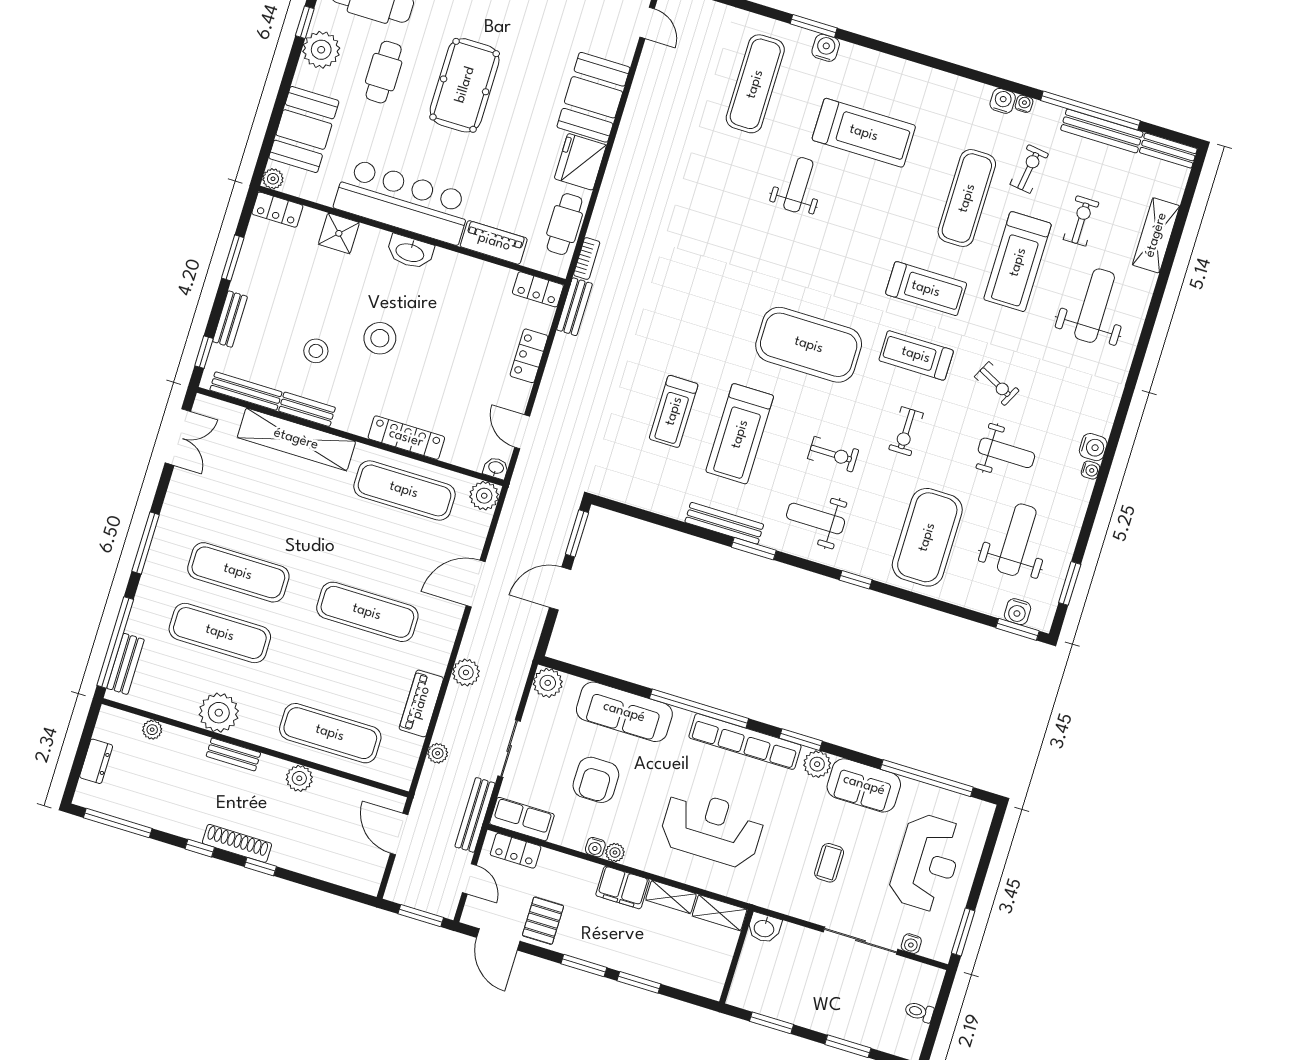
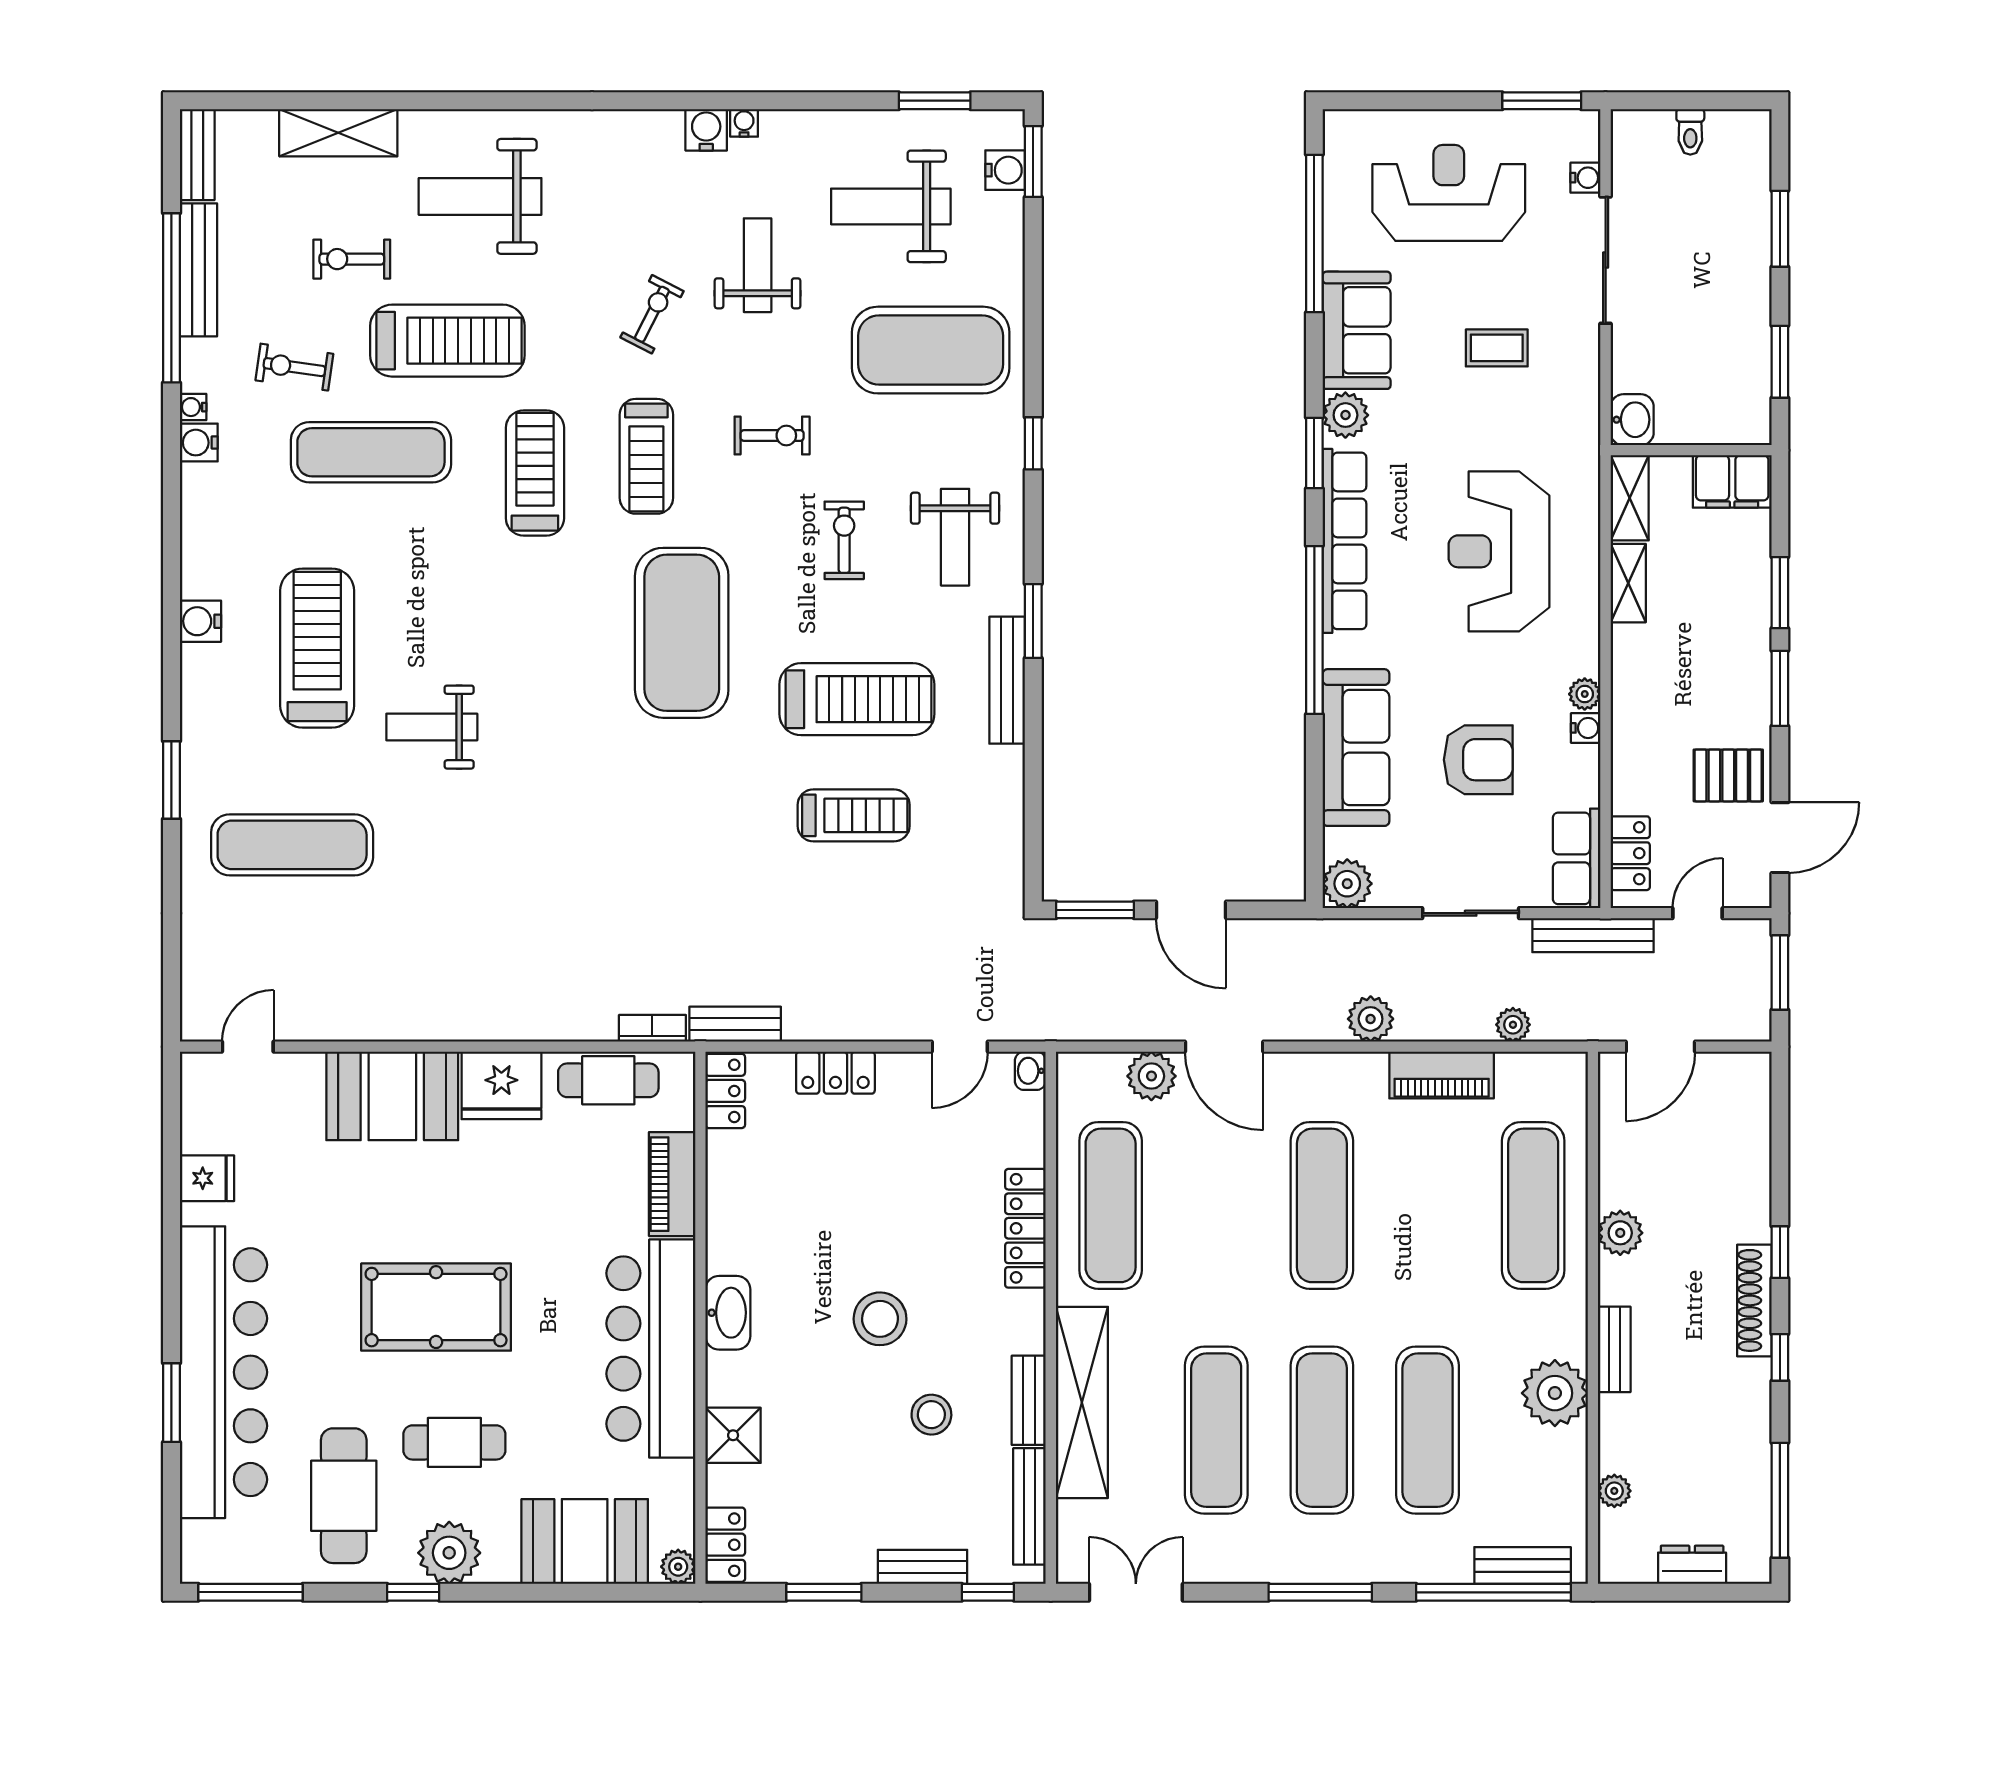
water cooler: (826, 48) -> (200, 621), moved
plant: (484, 496) -> (1151, 1076), moved
exercise mat: (257, 512) -> (1216, 1430), added
filing cabinet: (622, 888) -> (1732, 481), moved, turned 90

